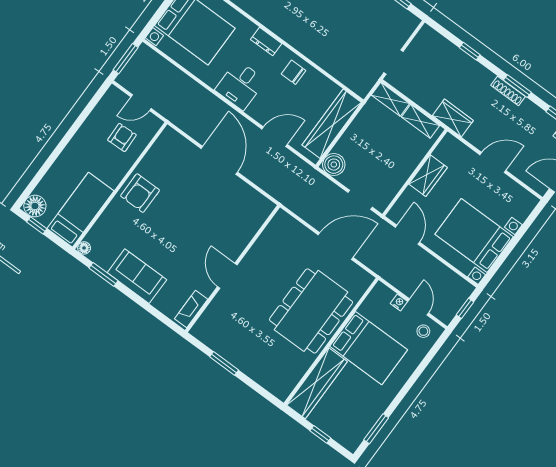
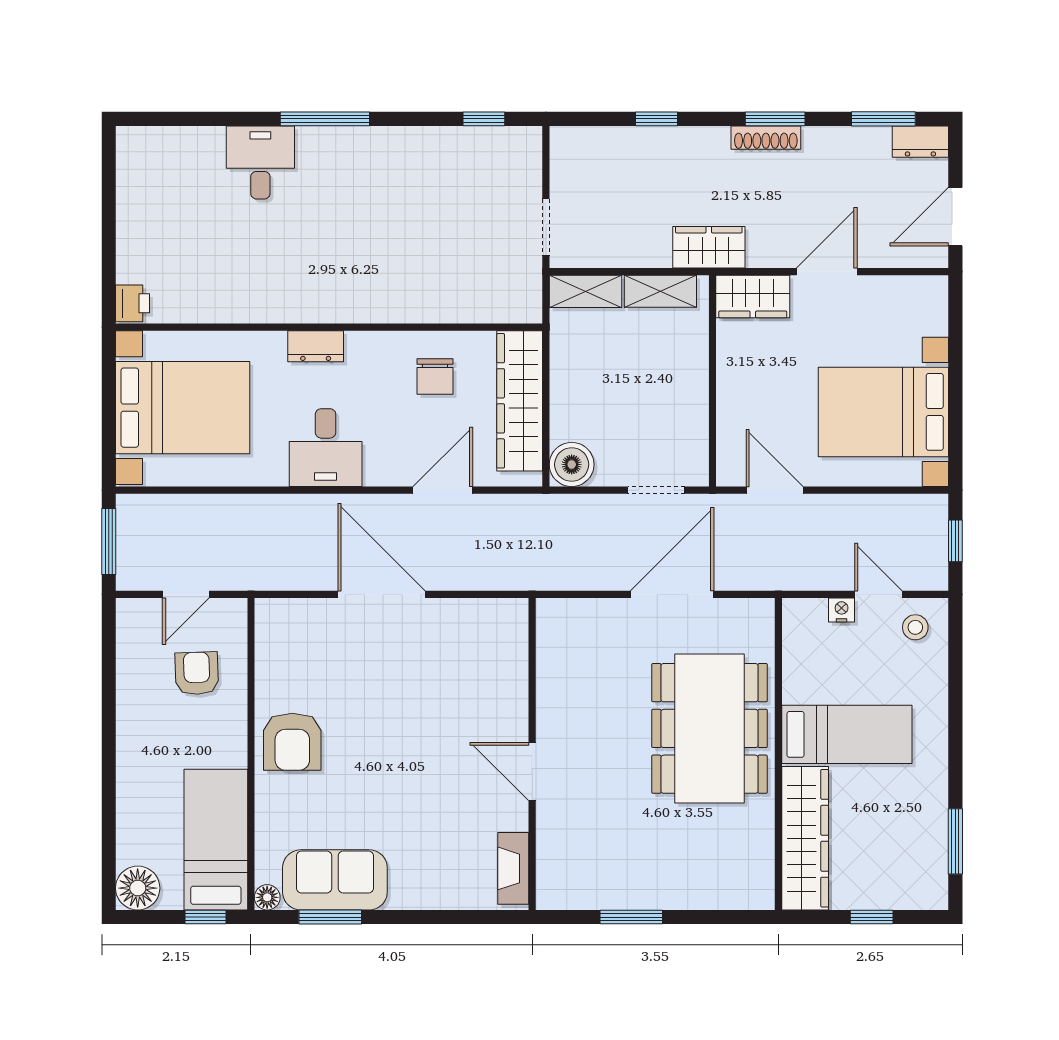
chair: (294, 72) -> (435, 377), moved, turned -90
wardrobe: (428, 176) -> (753, 296), moved, turned 90
window: (37, 225) -> (206, 917), moved
sofa: (137, 276) -> (335, 880), moved
bed: (369, 348) -> (847, 734), width x0.67

